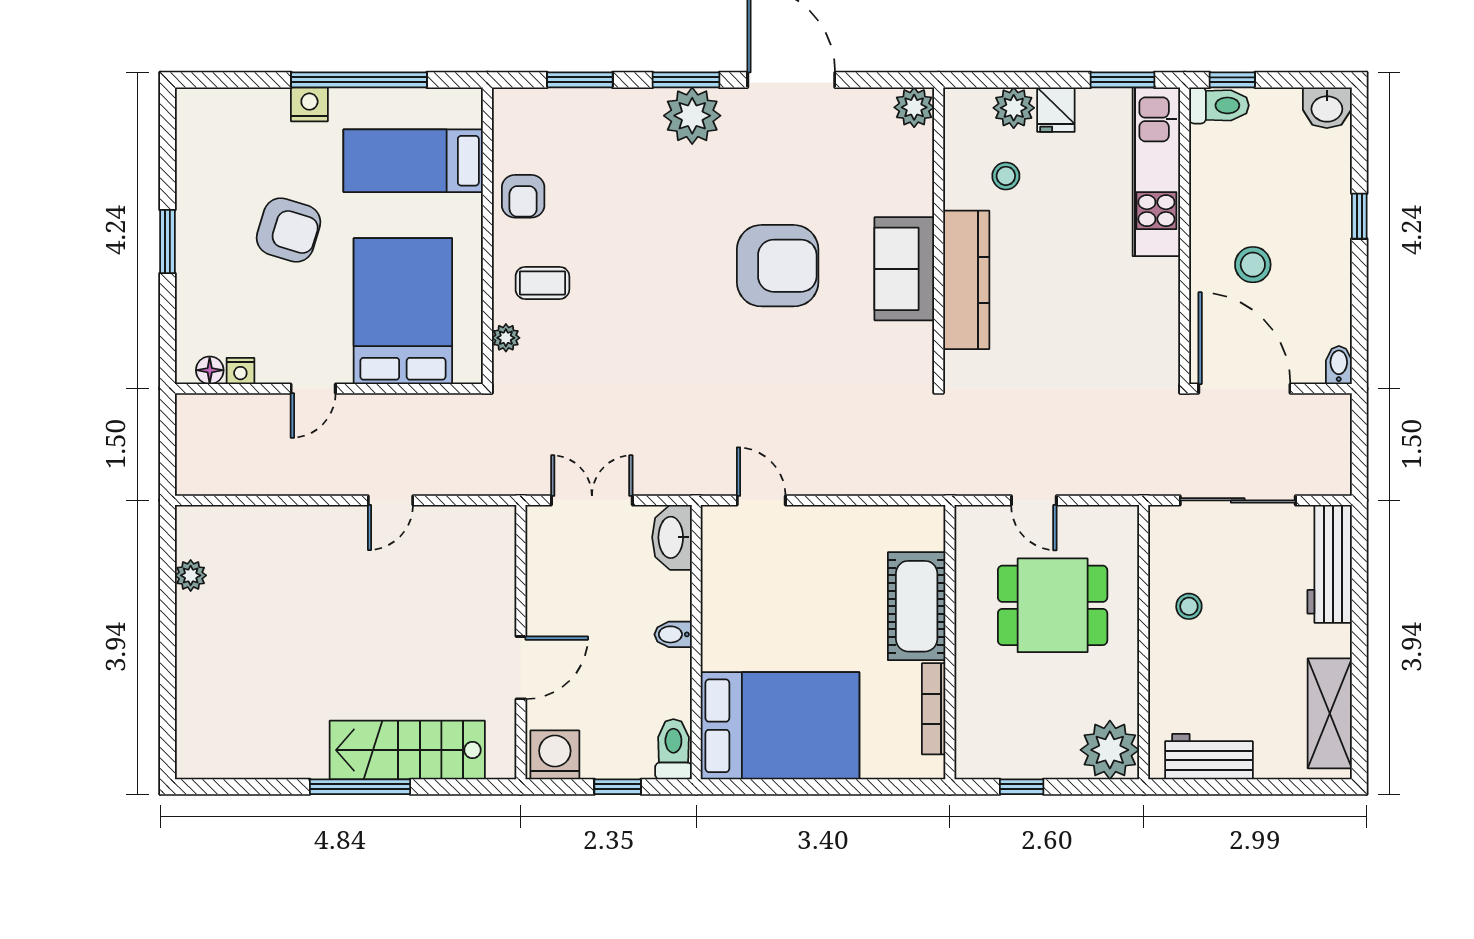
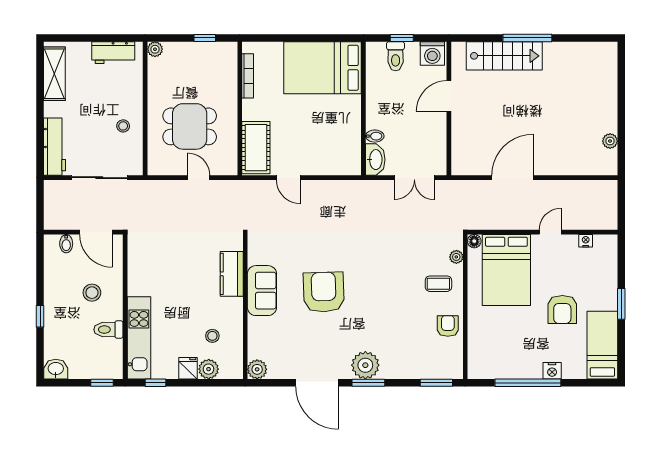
window: (580, 80) -> (436, 383), moved
window: (1122, 80) -> (156, 383), width x0.67
toilet: (1219, 105) -> (108, 330), moved
bed: (413, 161) -> (602, 345), moved, turned -90
armchair: (288, 230) -> (562, 309), turned -107
armchair: (778, 266) -> (324, 292), turned 88
kitchen counter: (966, 280) -> (232, 274), width x0.67
bidet: (1339, 365) -> (66, 244), moved
floor lamp: (210, 370) -> (474, 241), moved
door: (1244, 389) -> (96, 232), width x0.73
door: (390, 500) -> (513, 178), width x1.88
door: (761, 500) -> (288, 178), moved
cot: (917, 606) -> (256, 148), moved
bidet: (673, 634) -> (375, 136), moved
toilet: (673, 749) -> (396, 56), moved
plant: (1110, 750) -> (155, 49), width x0.53, depth x0.53

